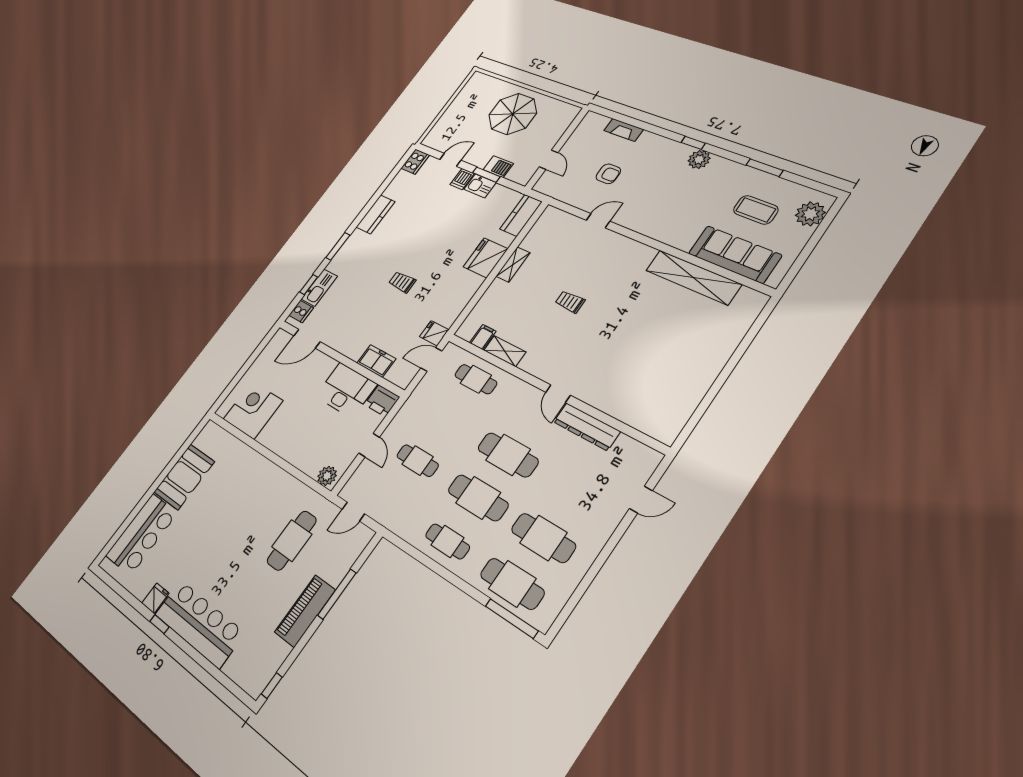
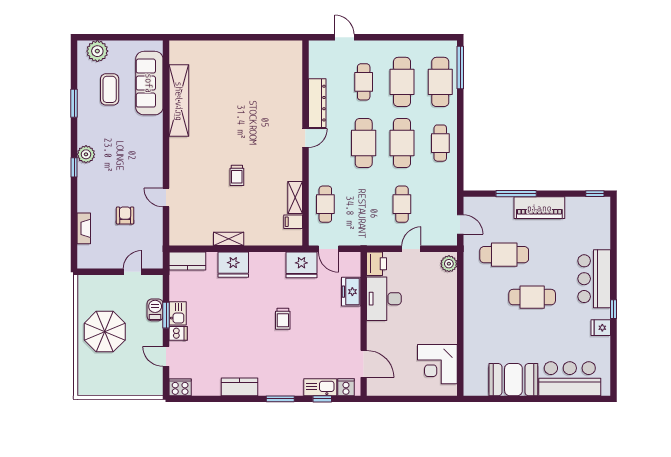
fridge: (434, 333) -> (301, 265), width x1.88, depth x1.34
cafe table: (574, 493) -> (364, 82), added
cafe table: (234, 544) -> (532, 297), added
bar counter: (199, 624) -> (594, 279), width x0.73

